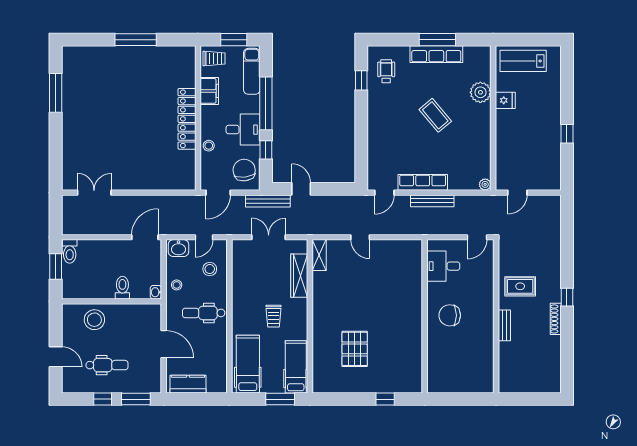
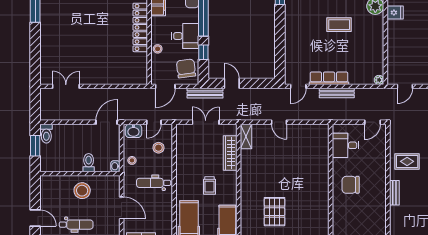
coffee table: (435, 115) -> (339, 25), turned -50
stool: (94, 320) -> (82, 191), moved

